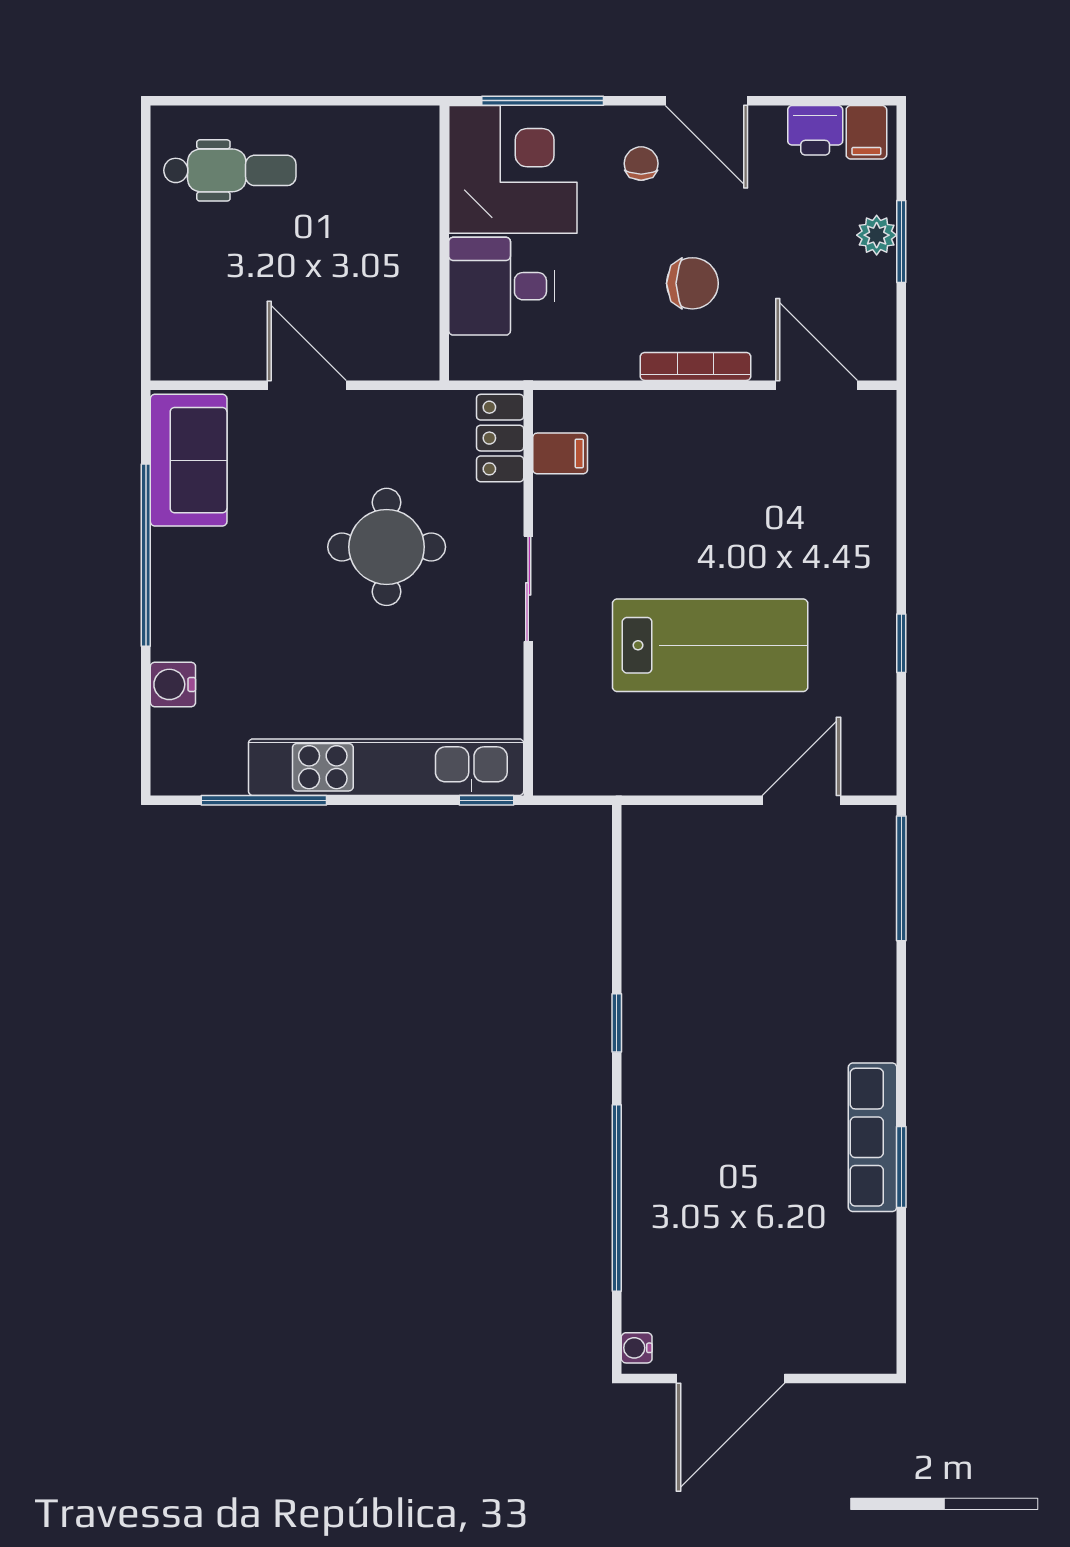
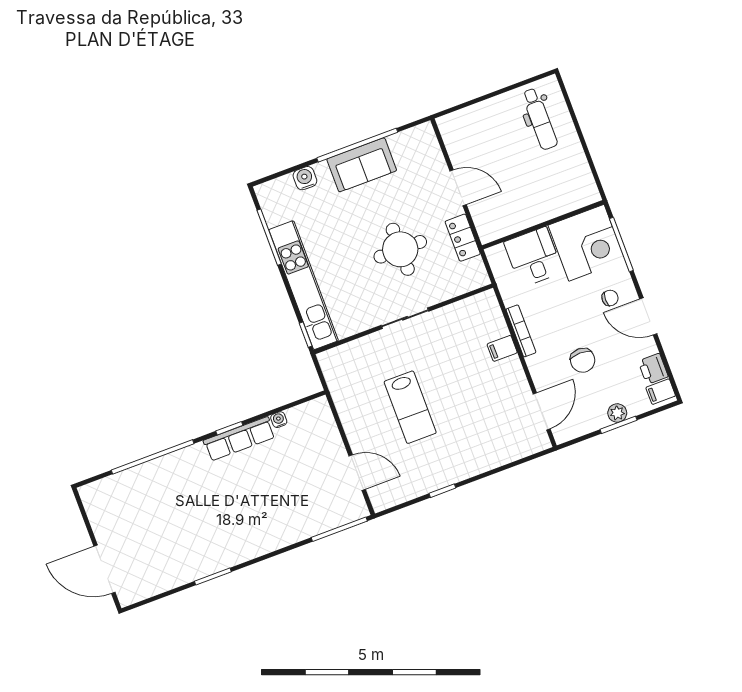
door: (706, 101) -> (648, 316), hinge flipped
chair: (692, 283) -> (583, 360), moved
bookcase: (696, 366) -> (521, 331), moved
door: (307, 385) -> (458, 188), hinge flipped
locker: (500, 438) -> (463, 238), moved, turned -90
filing cabinet: (560, 453) -> (502, 348), moved, turned 90
sofa: (189, 460) -> (362, 165), moved
lab bench: (710, 645) -> (410, 407), width x0.73, depth x0.72
row of seats: (873, 1137) -> (239, 439), moved, turned 180
water cooler: (637, 1348) -> (279, 420), moved
door: (730, 1378) -> (104, 569), moved

